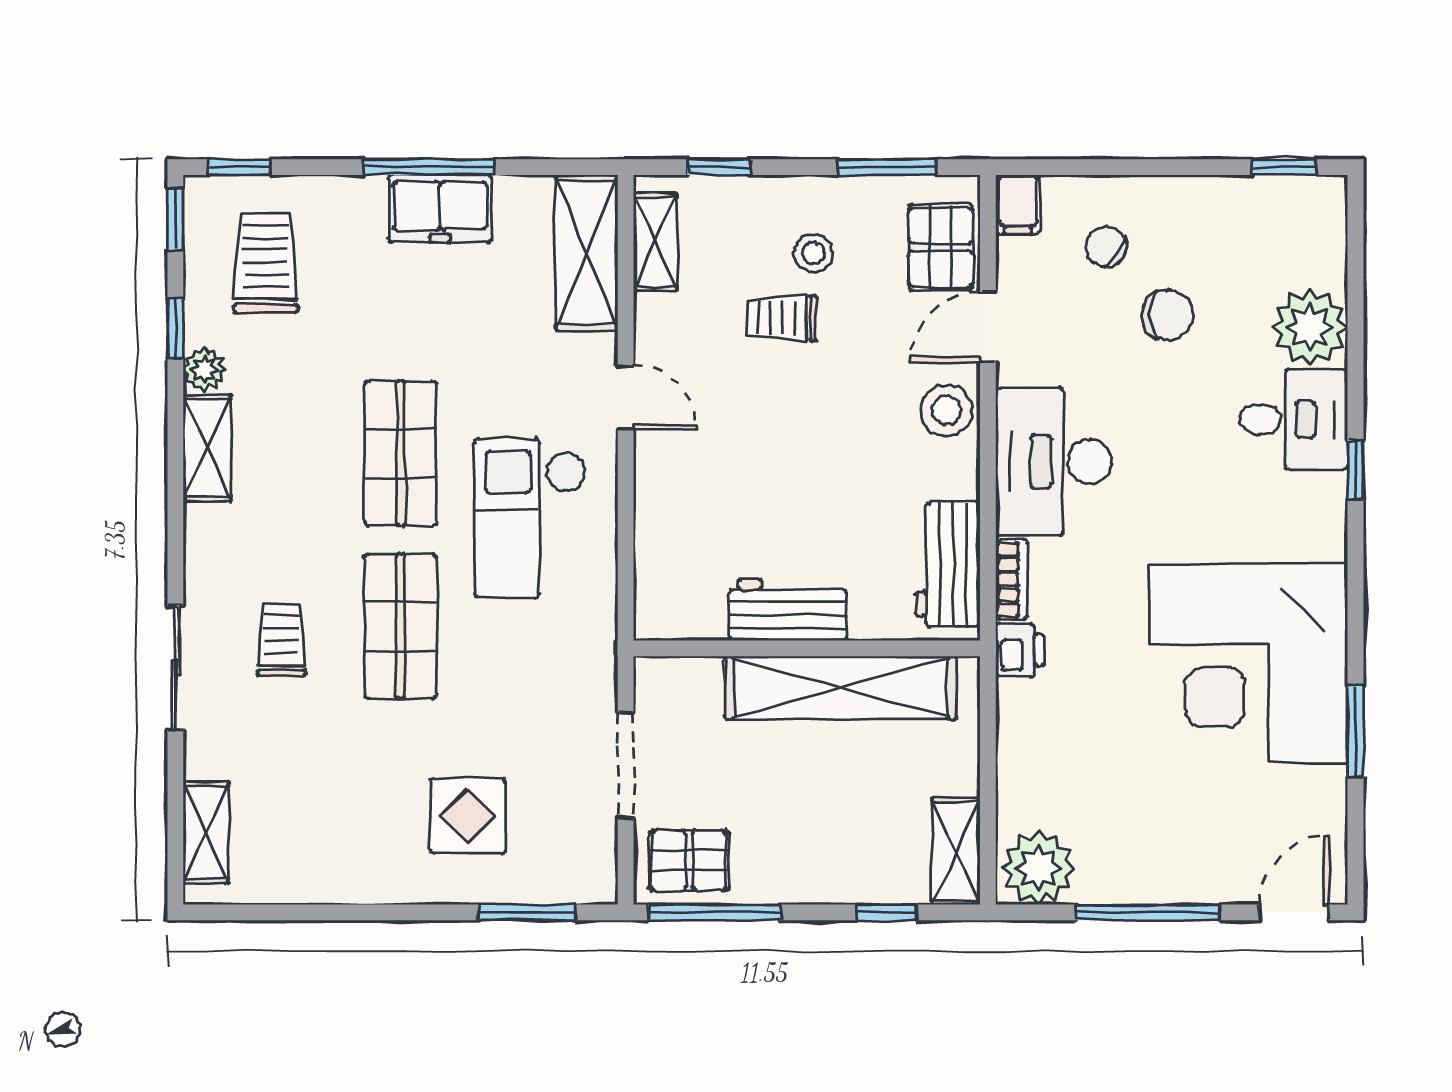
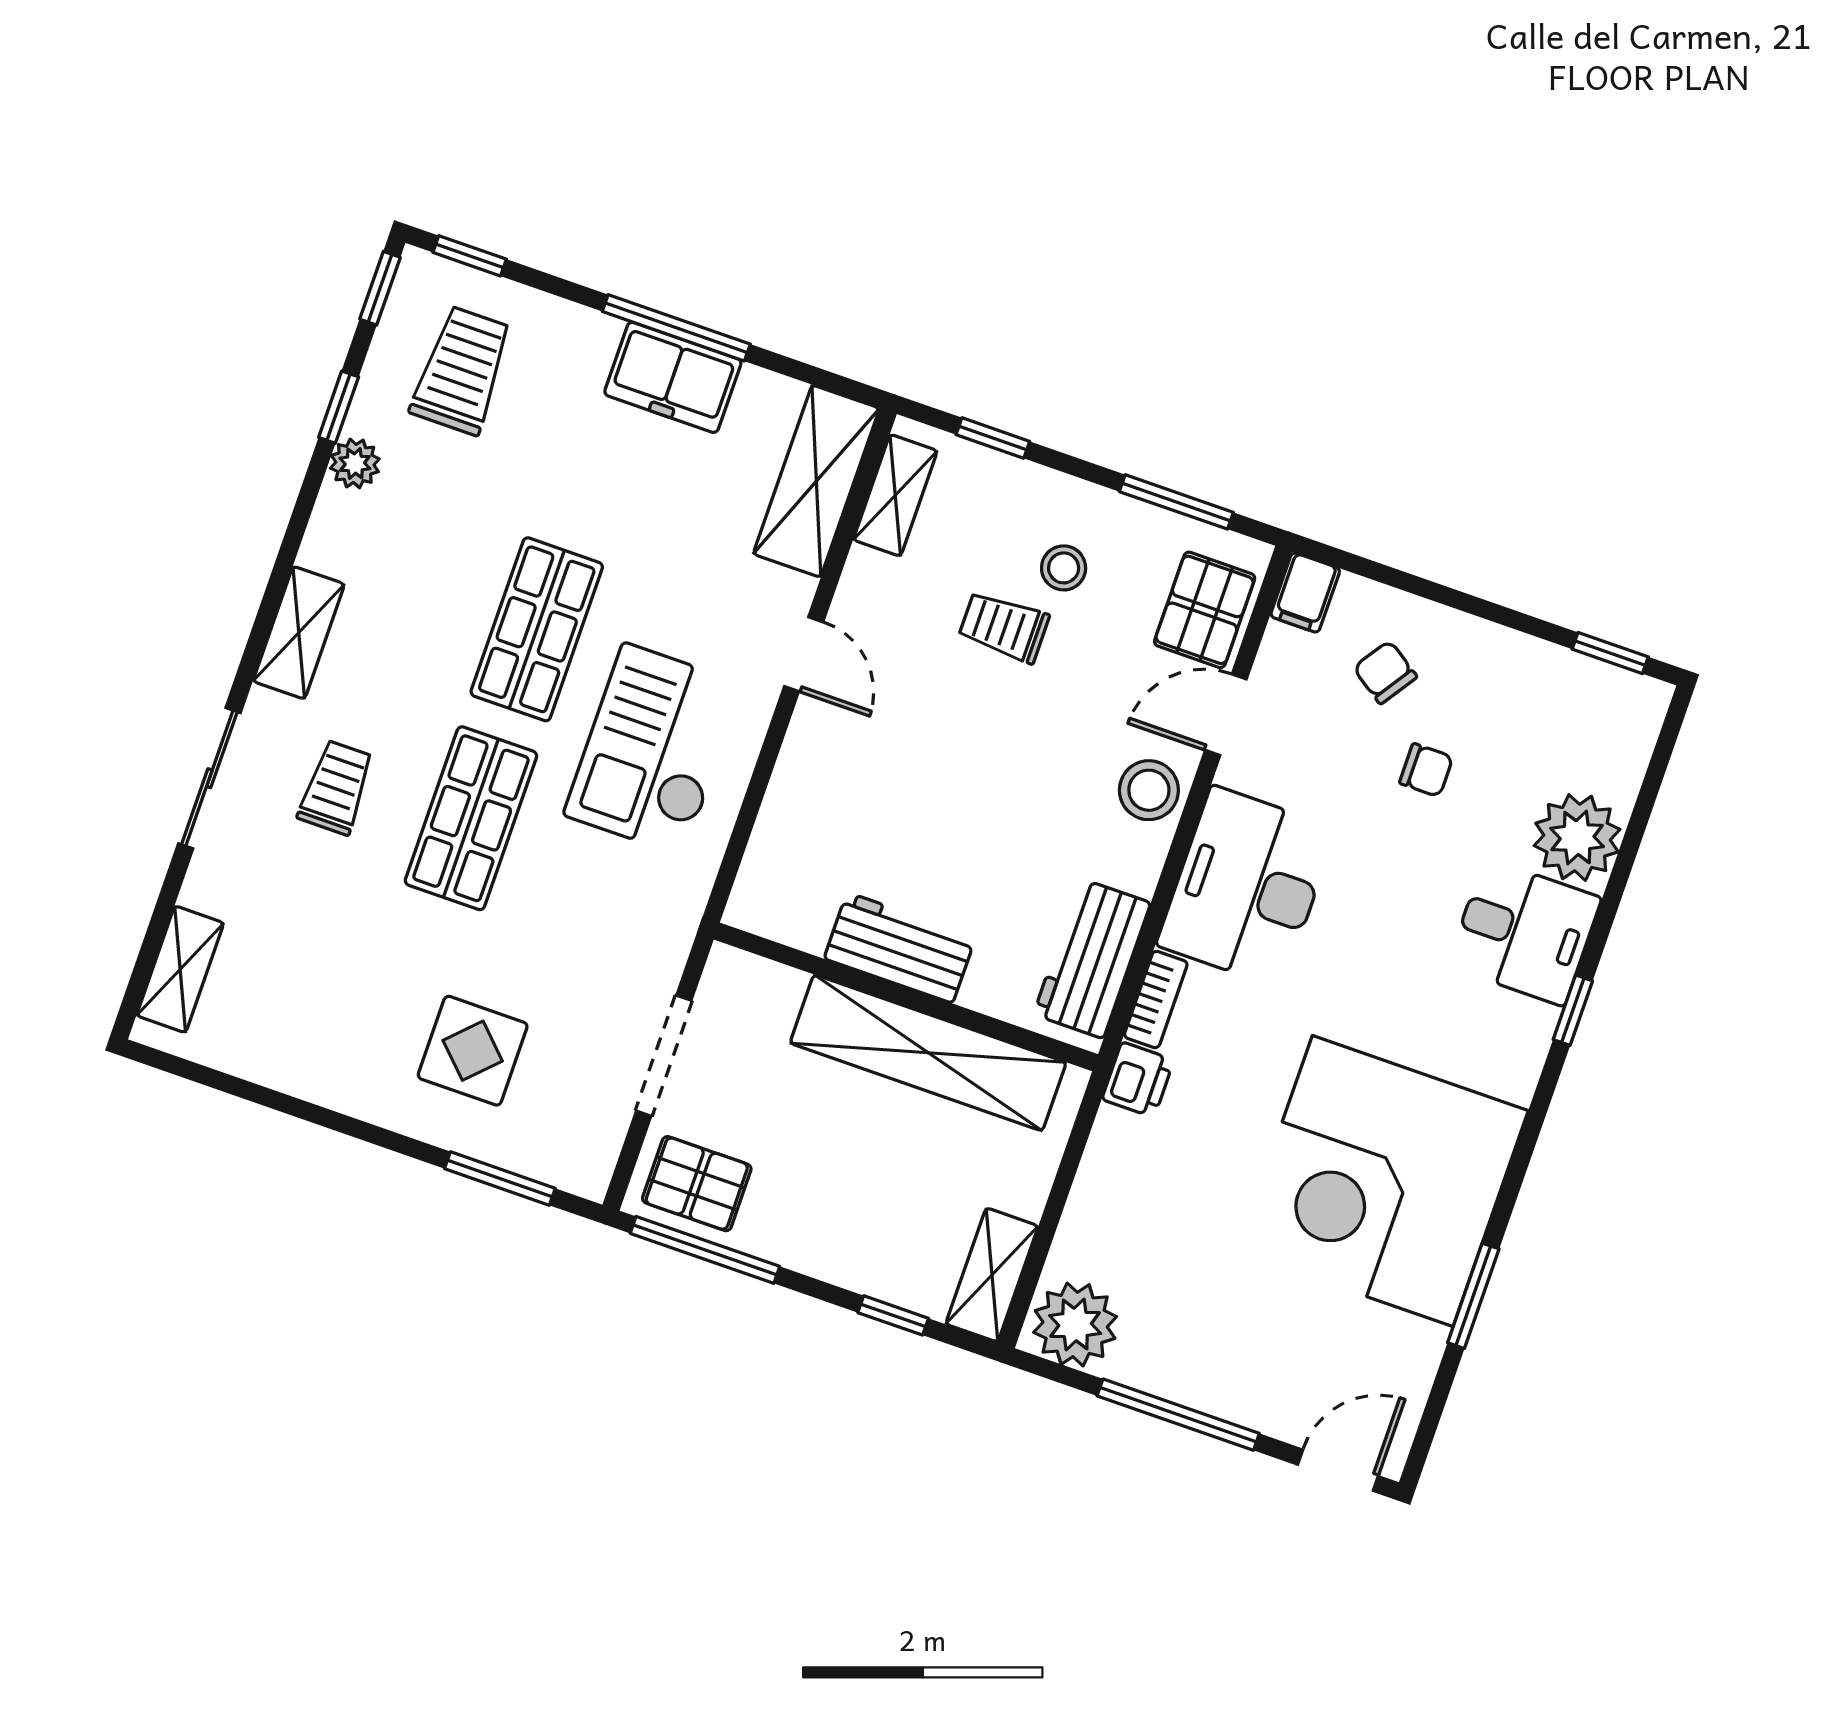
chair: (1167, 315) -> (1426, 770), width x0.73, depth x0.73
shelving: (207, 448) -> (299, 633), moved

